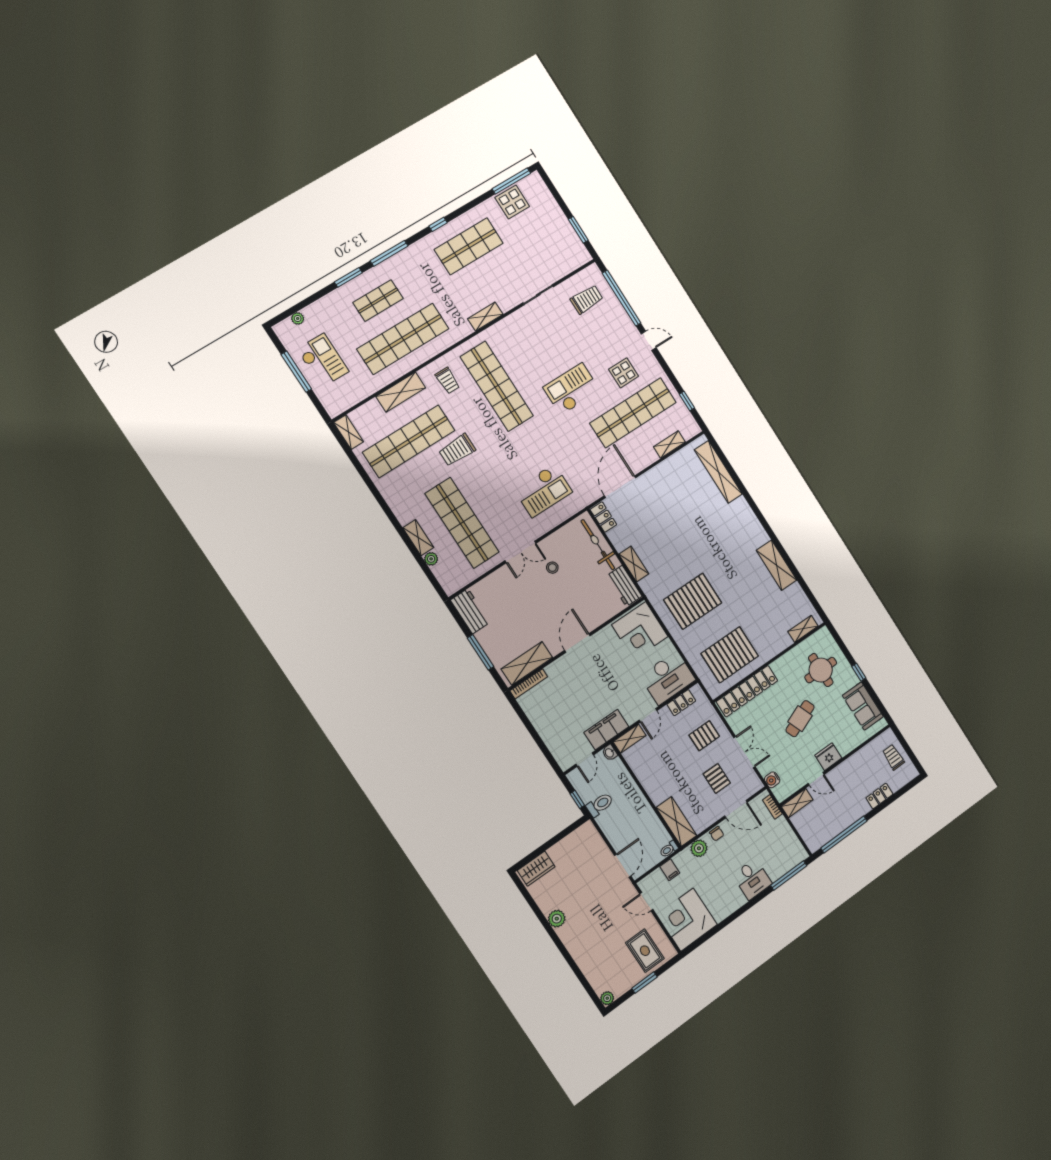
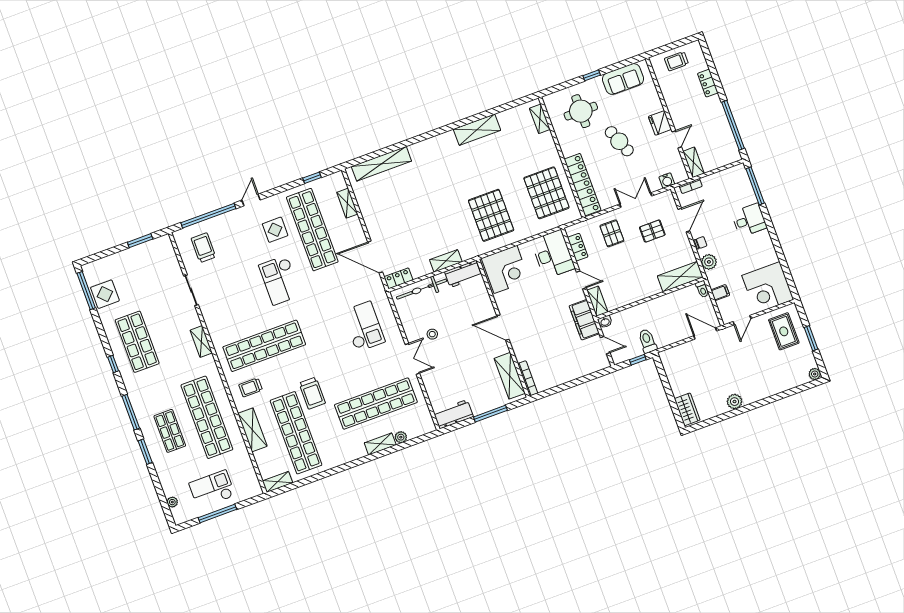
trolley: (448, 381) -> (251, 387), turned 180
rug: (645, 951) -> (784, 331), turned 90

